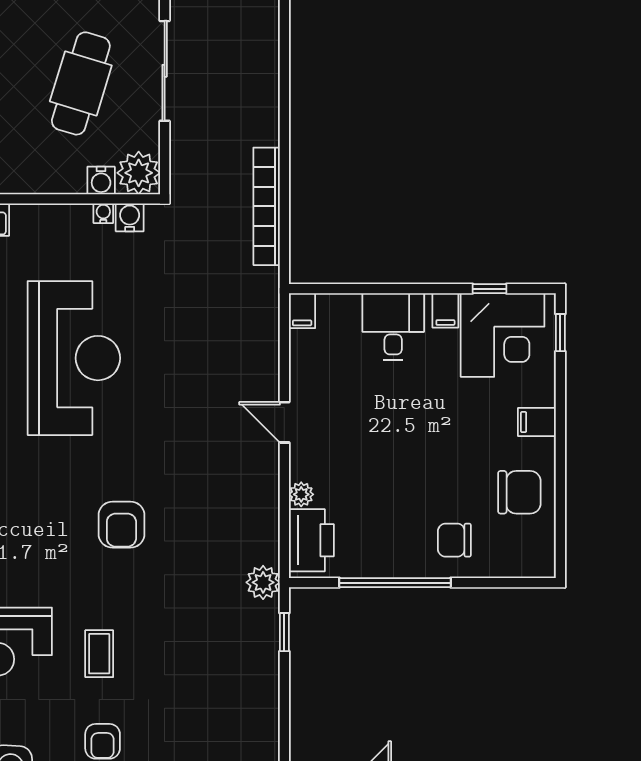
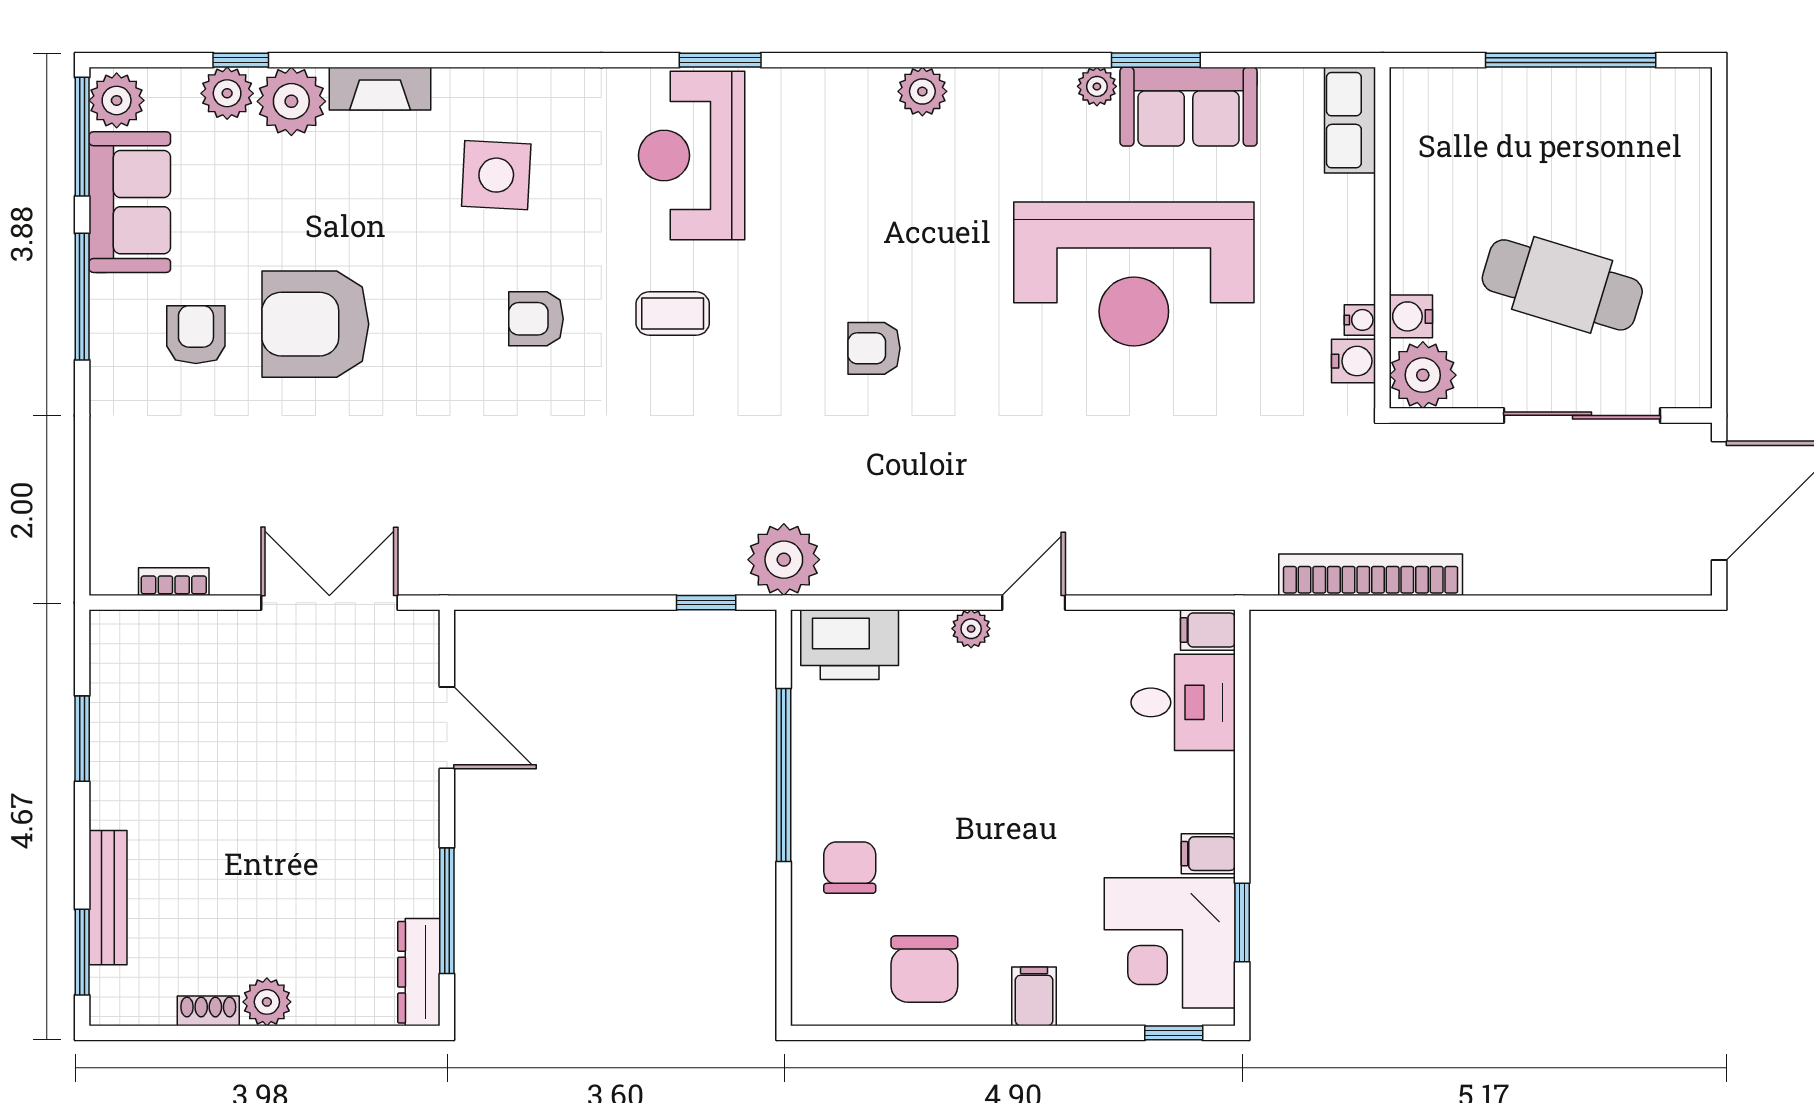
window: (490, 289) -> (1242, 922), width x1.50
desk: (393, 327) -> (1183, 702), moved
plant: (301, 494) -> (971, 629), moved
armchair: (121, 525) -> (874, 348), width x0.72, depth x0.72
plant: (263, 582) -> (784, 560), width x1.36, depth x1.36

